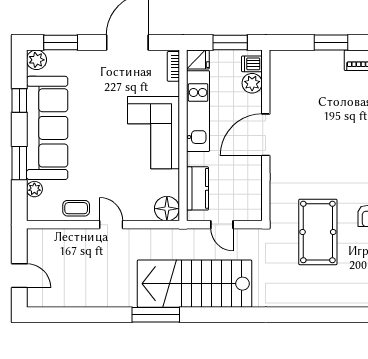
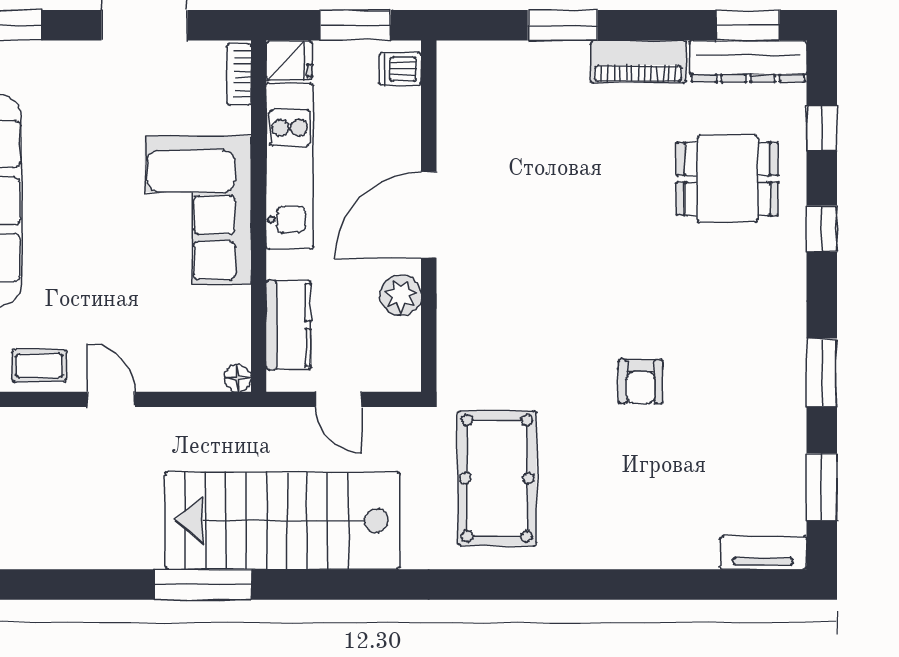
plant: (252, 83) -> (401, 295), moved
floor lamp: (167, 209) -> (238, 378), width x0.53, depth x0.53
pool table: (318, 232) -> (497, 478), moved

